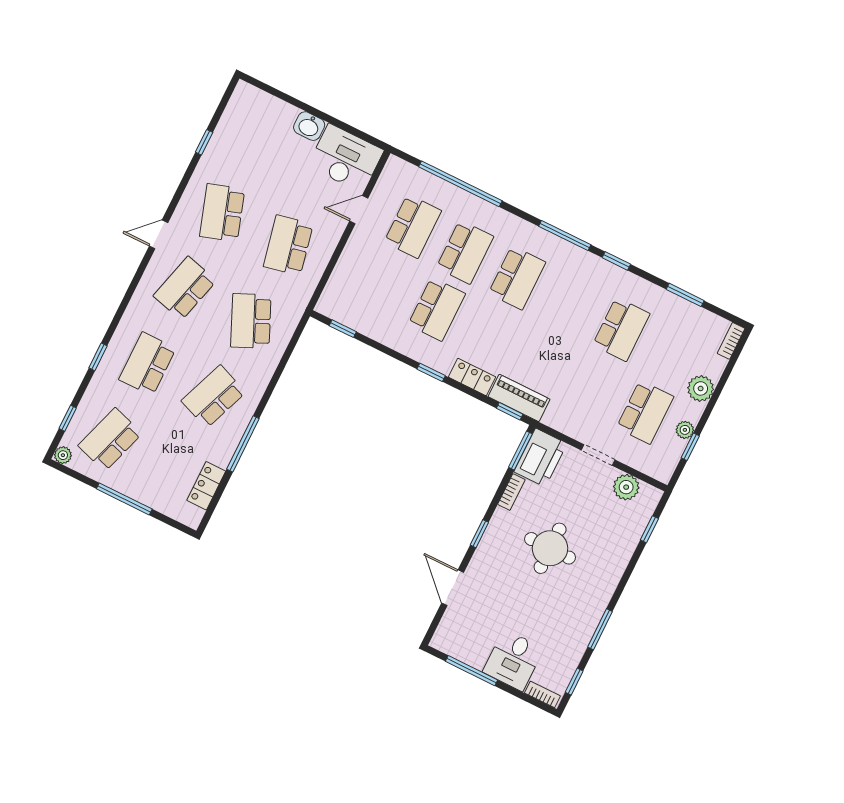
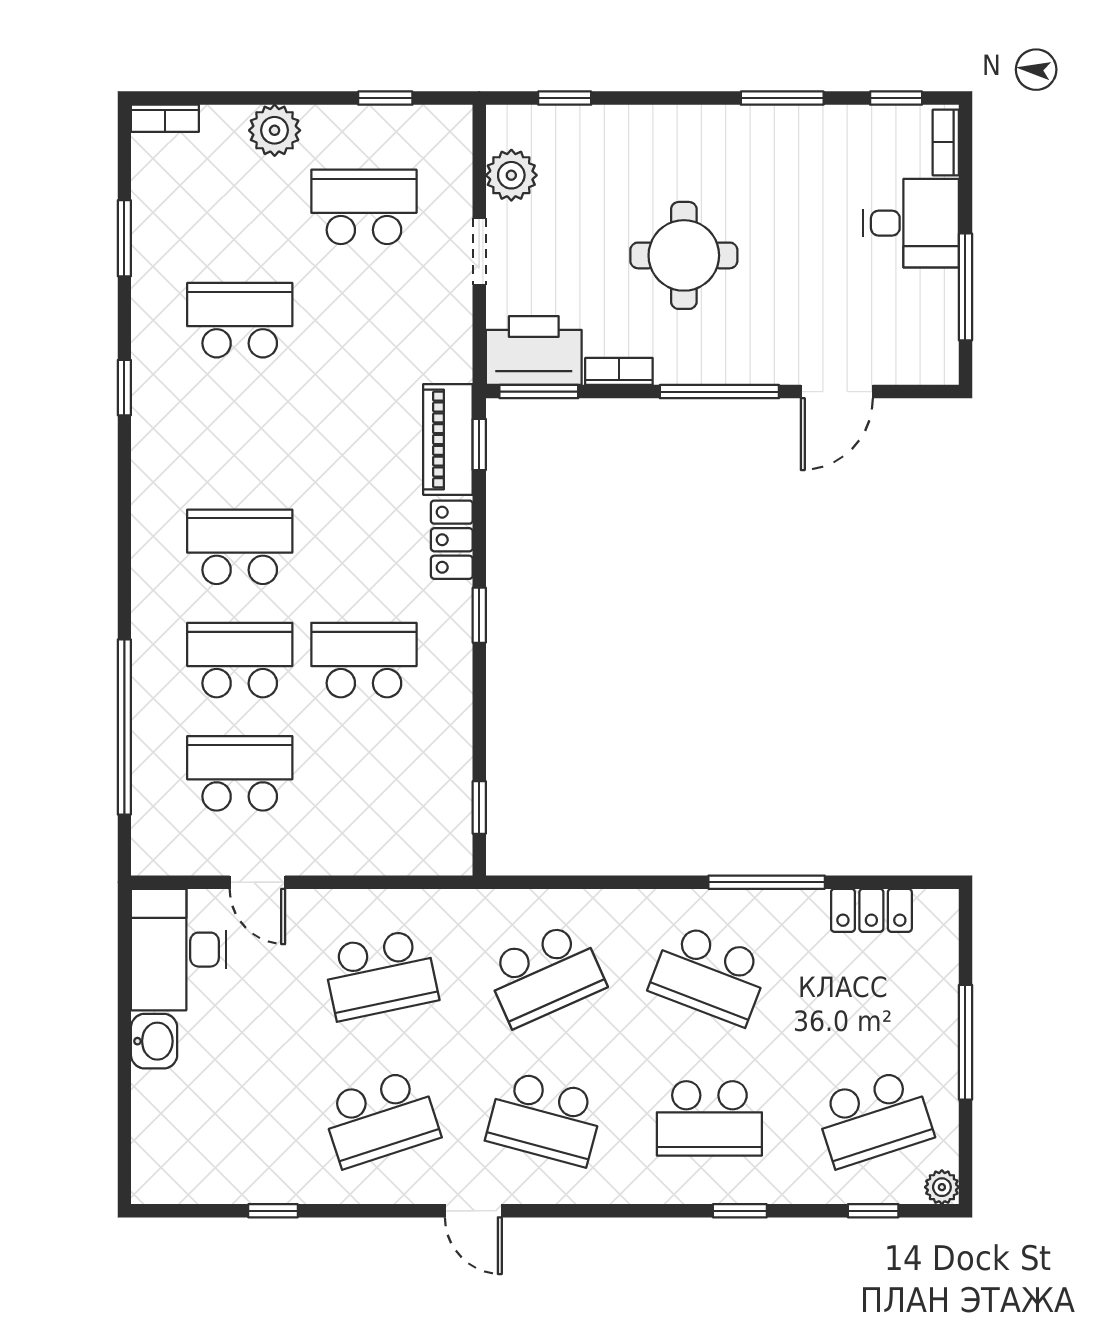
window: (565, 235) -> (124, 500), removed
plant: (685, 430) -> (360, 122), removed
school desk: (110, 440) -> (874, 1118), turned -36
window: (479, 534) -> (719, 392), width x2.17

